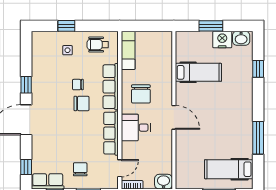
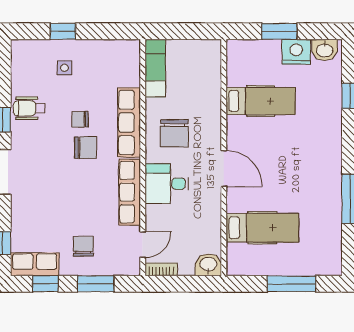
wheelchair: (98, 45) -> (29, 108), moved
hospital bed: (229, 169) -> (262, 228), moved, turned 180

